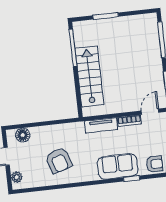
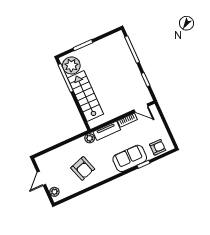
plant: (84, 35) -> (71, 65), added
door: (150, 112) -> (141, 108), swing flipped
plant: (78, 128) -> (90, 138), added
floor lamp: (23, 135) -> (49, 158), removed

